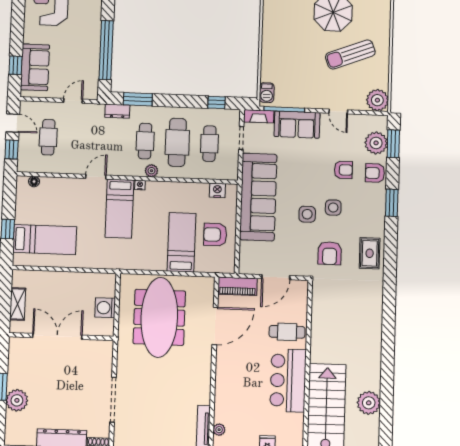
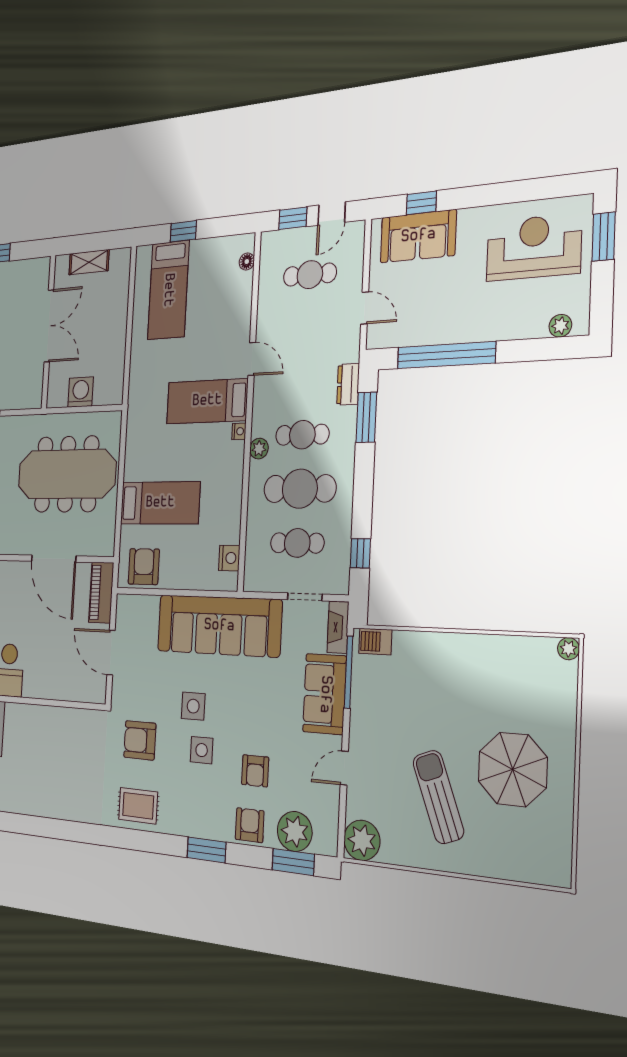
armchair: (215, 235) -> (144, 567), moved
cafe table: (287, 332) -> (43, 669), removed

